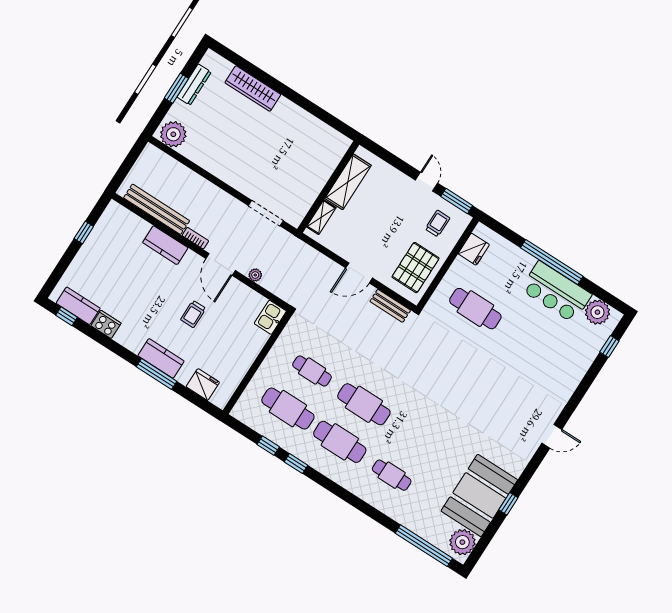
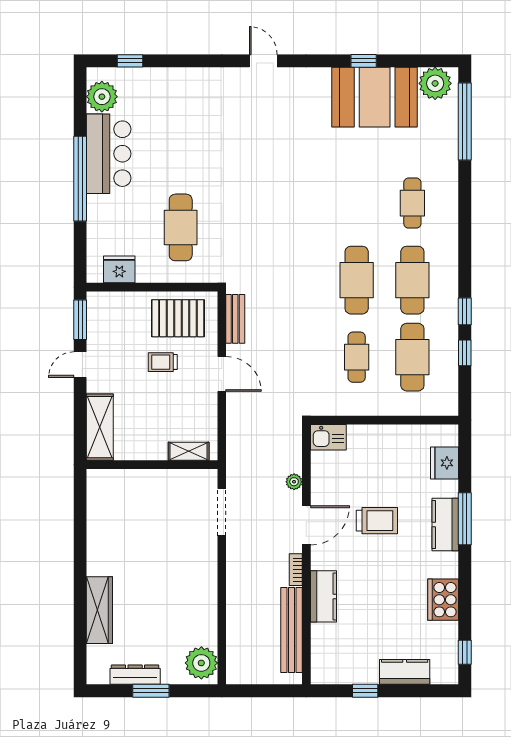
shelving: (348, 182) -> (100, 427), moved, turned 90
trolley: (438, 223) -> (163, 362), moved
kitchen counter: (78, 306) -> (405, 672), moved, turned 90
trolley: (193, 314) -> (377, 521), width x1.36, depth x1.39
cooker: (106, 324) -> (443, 600), width x1.37, depth x1.31

